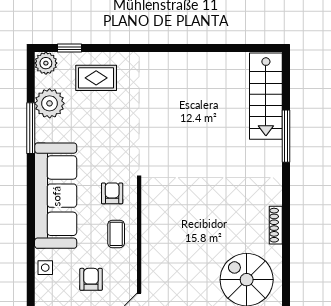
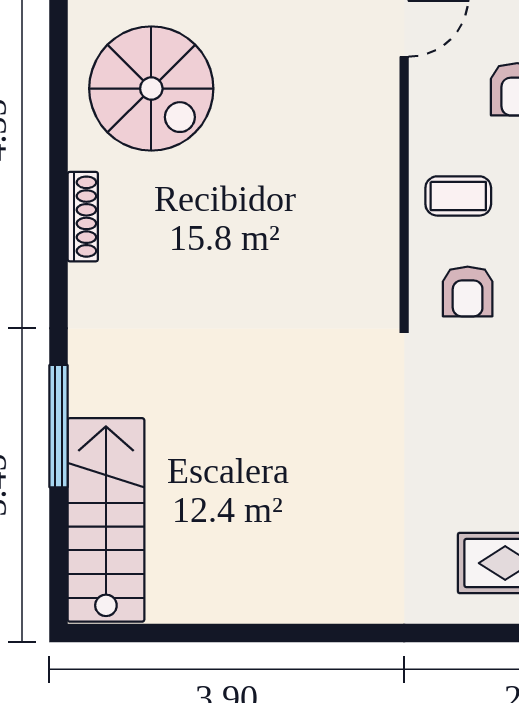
coffee table: (116, 234) -> (458, 196), turned 90

